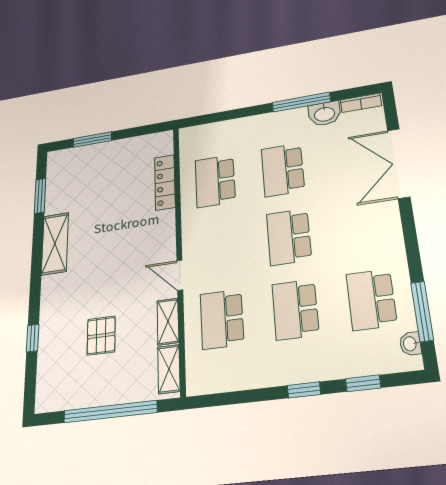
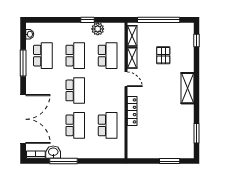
double door: (399, 163) -> (23, 119), width x1.36
locker: (165, 182) -> (132, 111), moved
shelving: (55, 244) -> (188, 88), moved
window: (422, 311) -> (23, 63), moved
window: (33, 338) -> (197, 40), moved
plant: (248, 375) -> (98, 29), added
window: (363, 383) -> (50, 20), removed
window: (304, 390) -> (87, 20), moved

